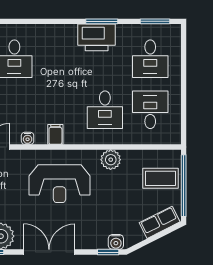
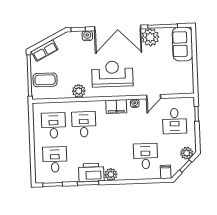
plant: (67, 33) -> (111, 174), added
desk: (150, 110) -> (54, 125), turned 180
filing cabinet: (55, 134) -> (116, 107), width x2.00
water cooler: (116, 242) -> (87, 36), moved
double door: (49, 252) -> (118, 28), width x1.36

